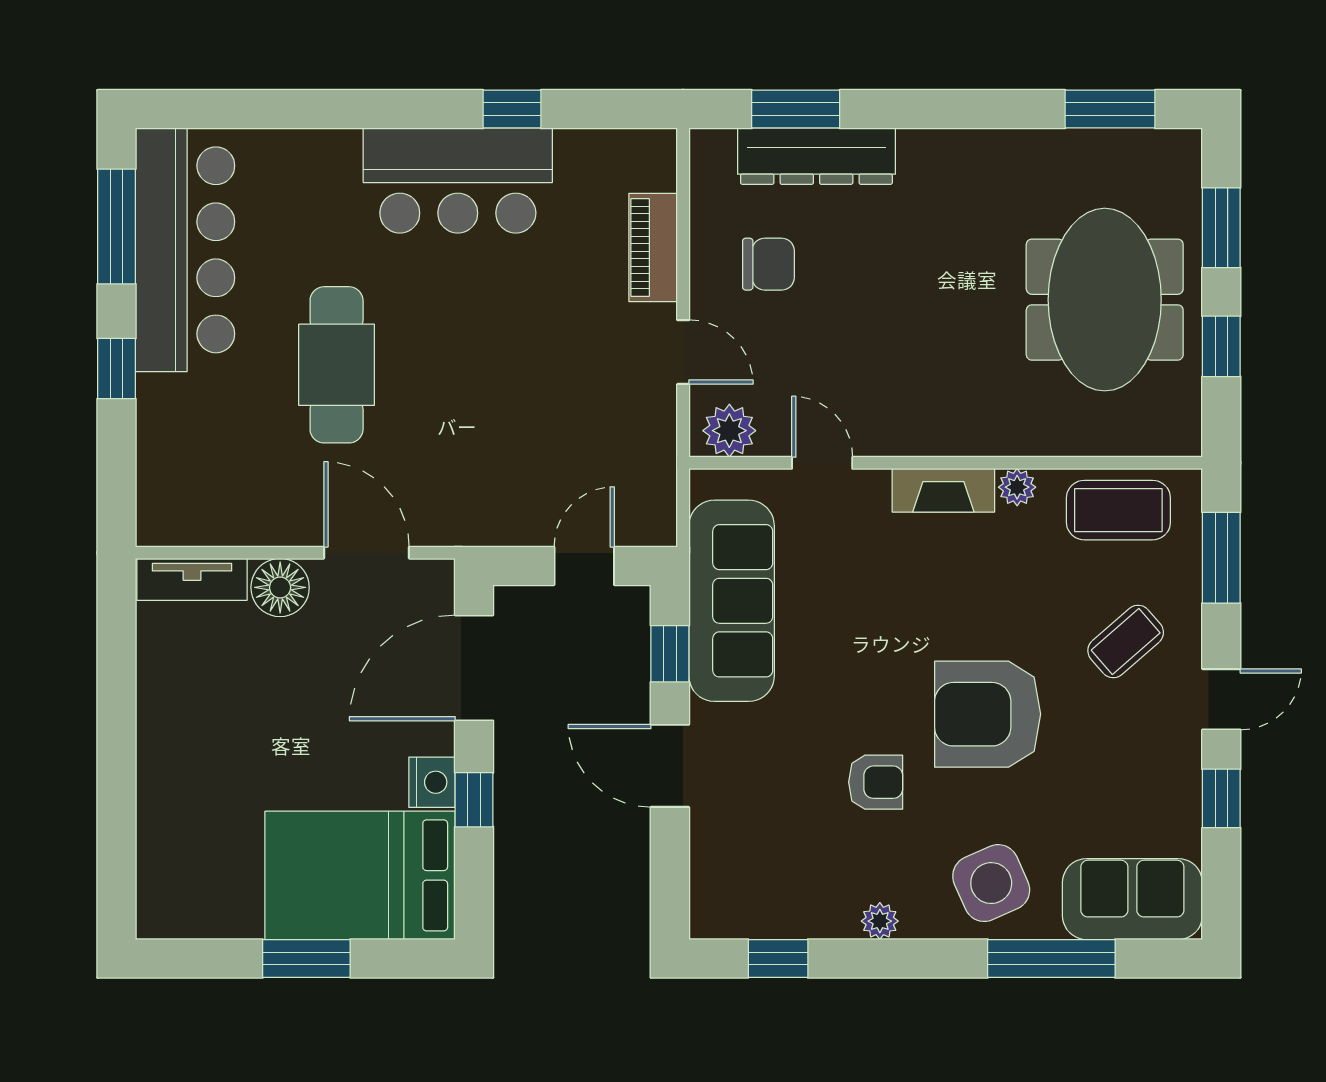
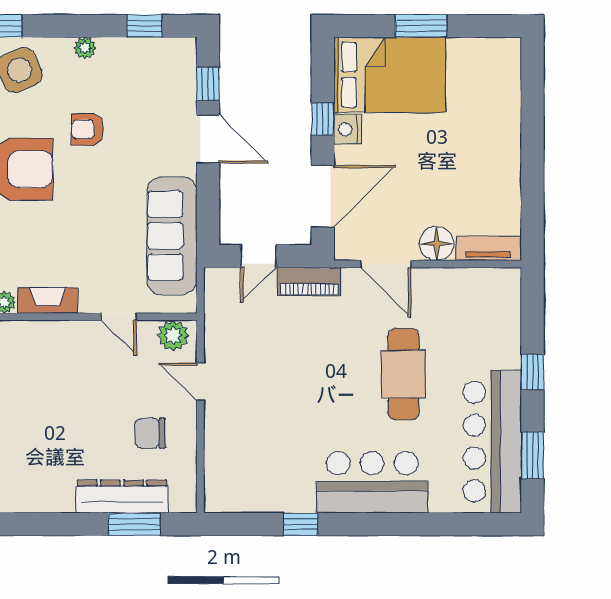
bar counter: (458, 181) -> (372, 482), moved
window: (116, 227) -> (533, 455), width x0.69
piano: (653, 247) -> (309, 281), moved, turned 90
window: (670, 654) -> (208, 84), moved

